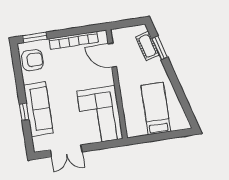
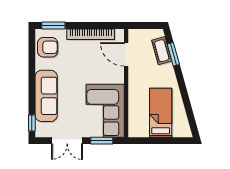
window: (24, 112) -> (32, 123), moved
window: (101, 146) -> (102, 141), added

